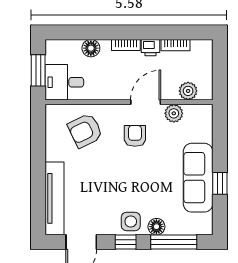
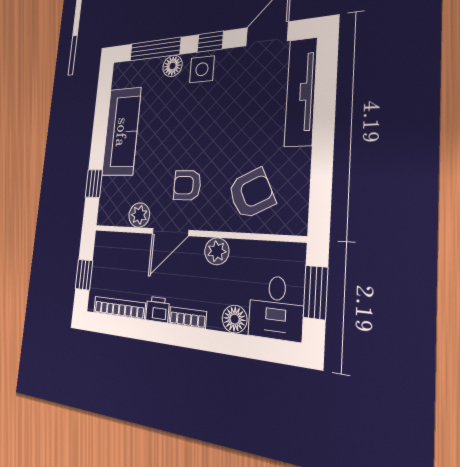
bookcase: (175, 45) -> (119, 308), width x1.56
window: (220, 66) -> (84, 275), added
desk: (64, 82) -> (276, 308), moved, turned 90
plant: (188, 91) -> (217, 251), moved
armchair: (135, 136) -> (187, 185), turned 90
window: (220, 183) -> (94, 183), moved

